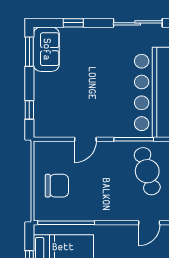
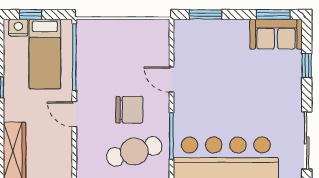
window: (29, 110) -> (205, 14), width x1.50
chair: (57, 186) -> (129, 110), moved, turned -90
door: (149, 223) -> (74, 114), moved

